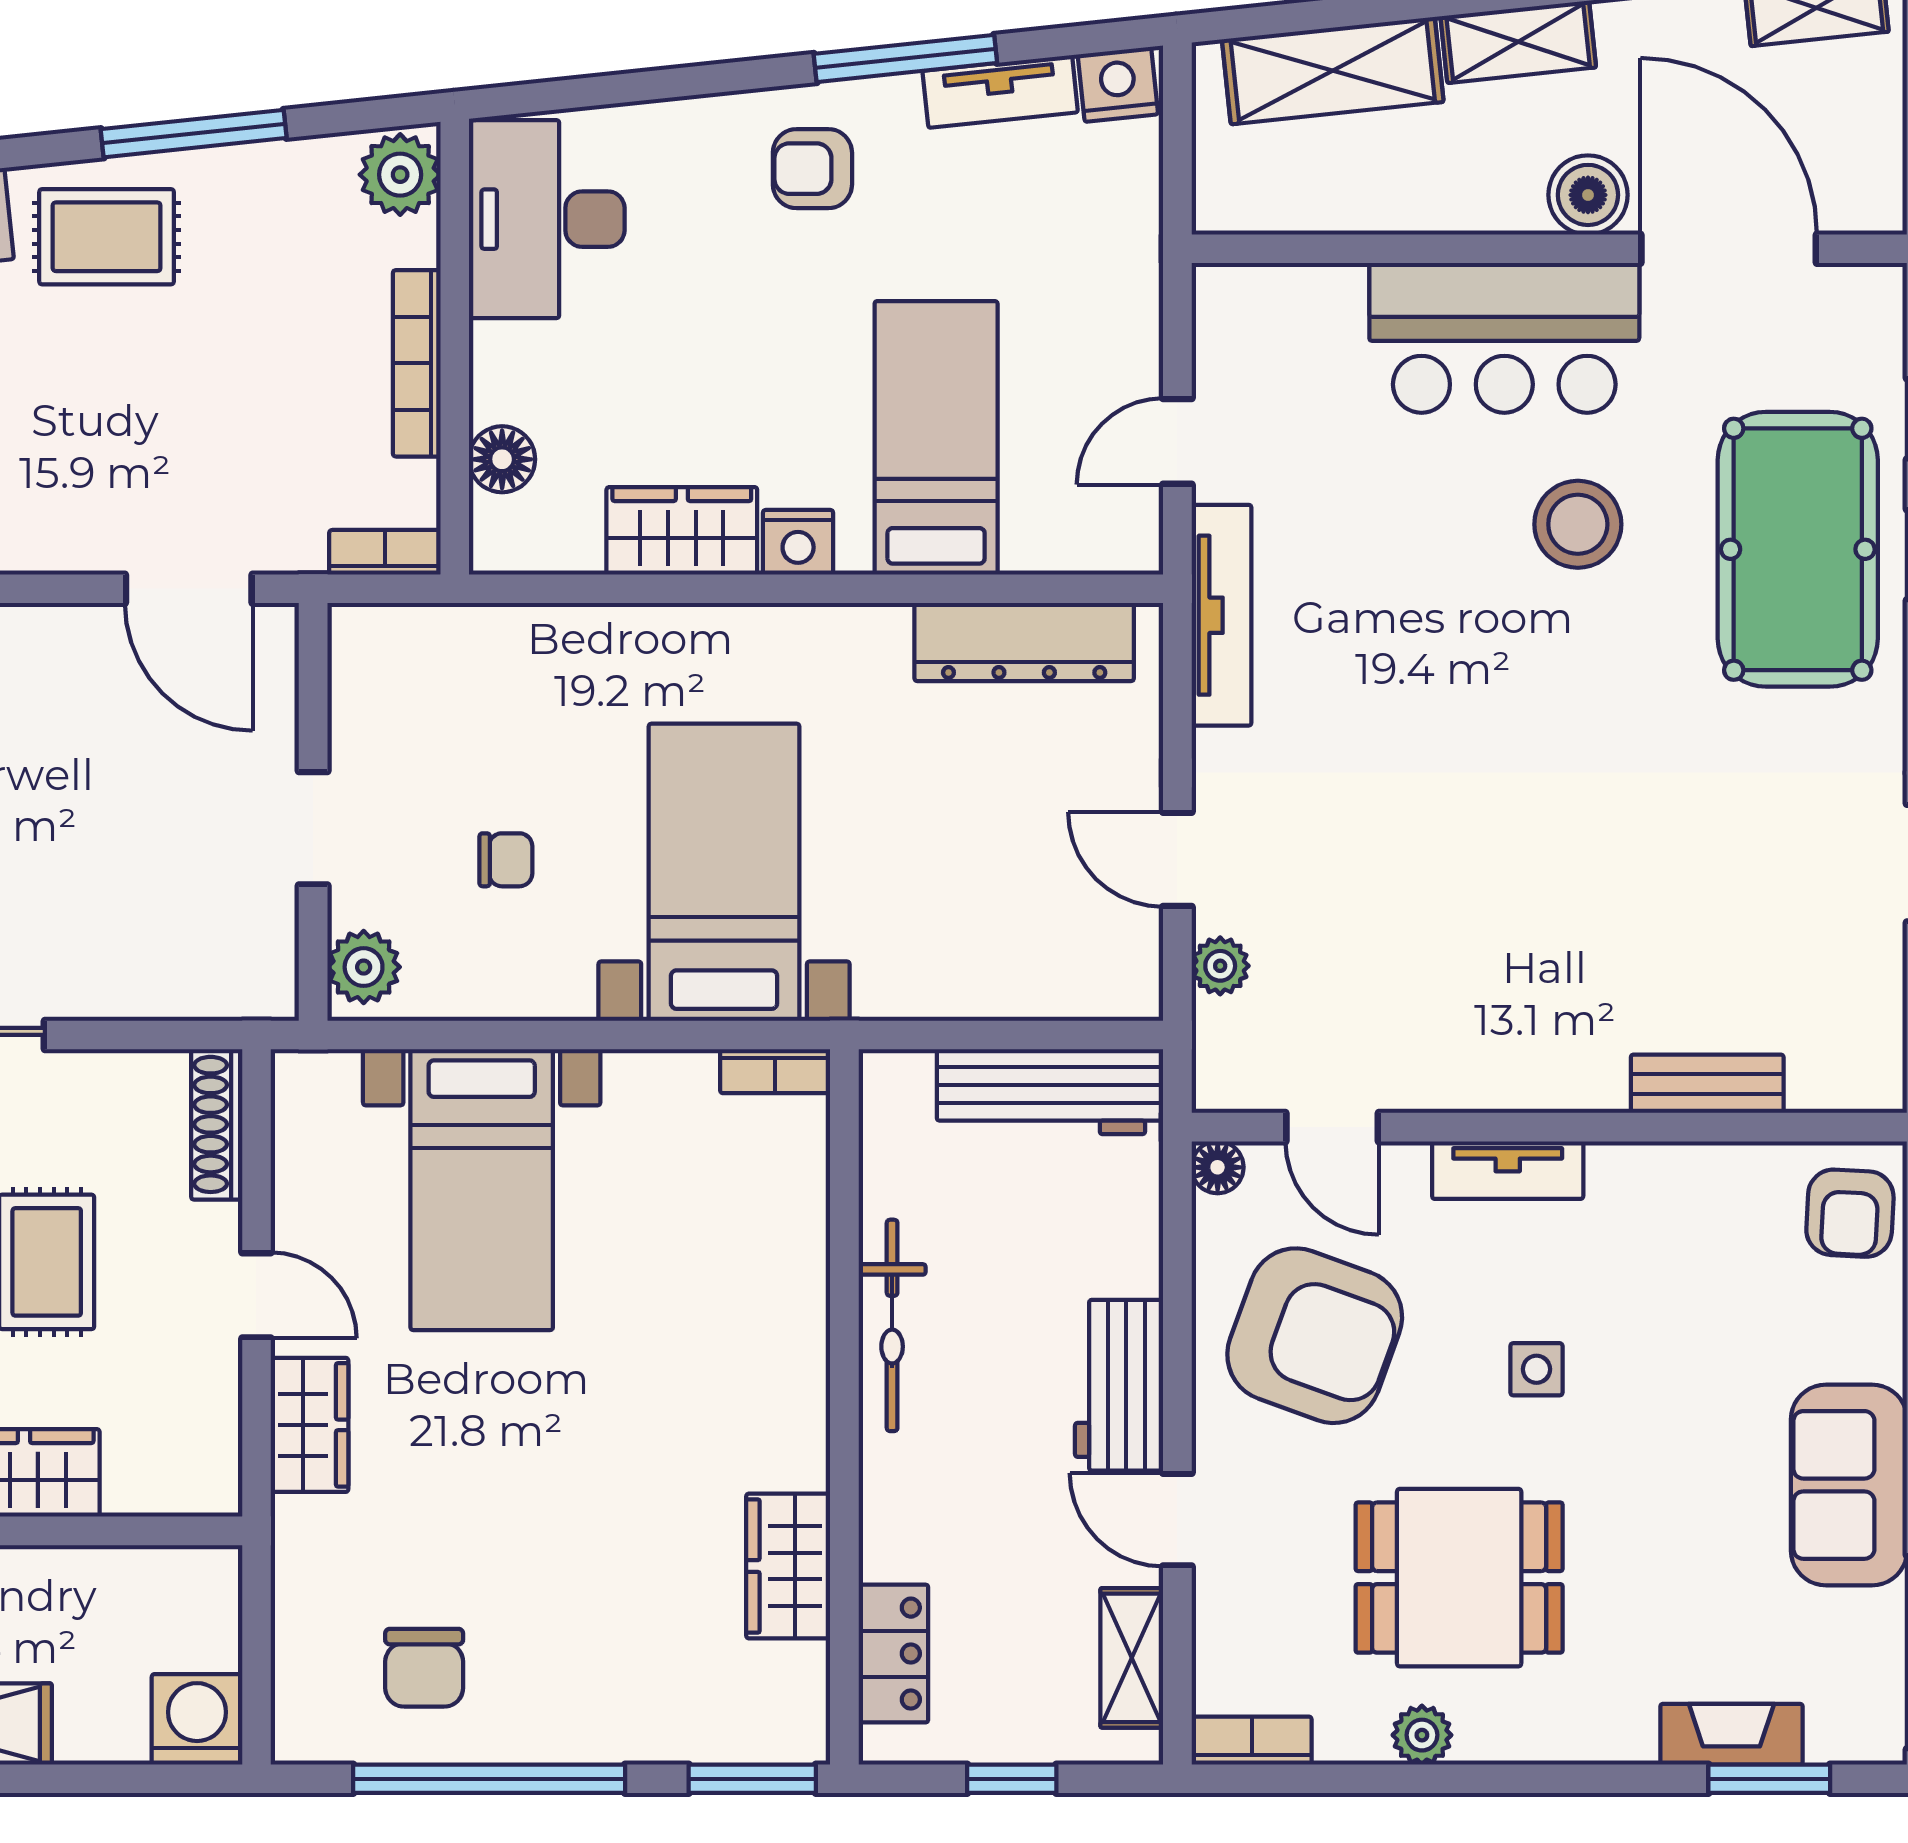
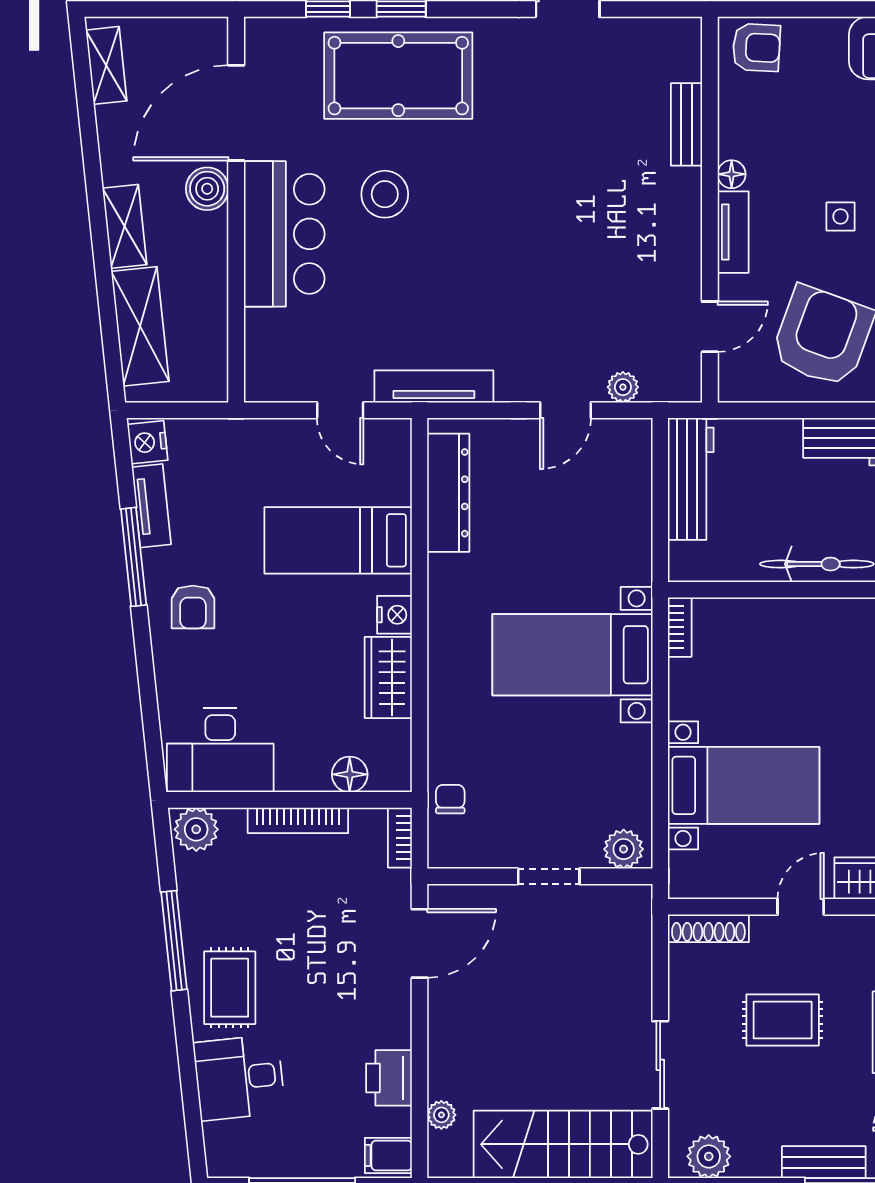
chair: (506, 860) -> (450, 799), moved
floor lamp: (1218, 1167) -> (732, 174), moved

